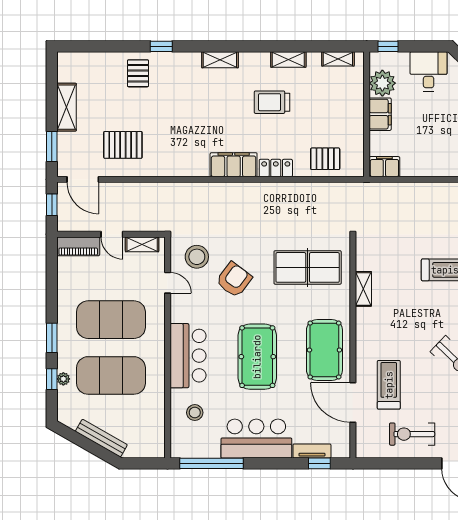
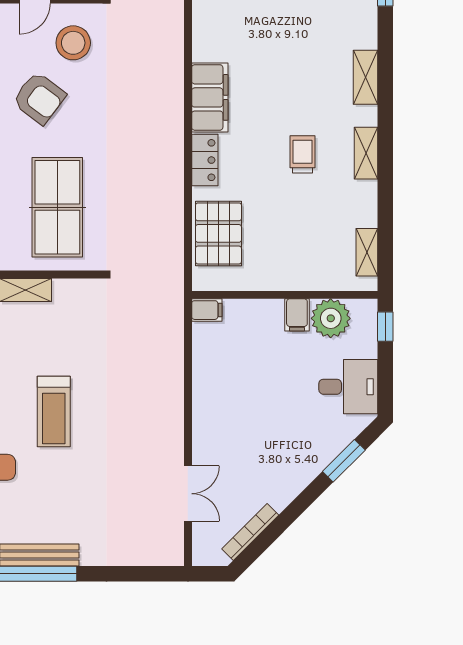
shelving: (288, 59) -> (366, 153), moved
trolley: (272, 102) -> (303, 154), width x0.73, depth x0.72
filing cabinet: (380, 114) -> (297, 315), width x0.50
pallet: (325, 159) -> (218, 233), width x1.50, depth x1.42
filing cabinet: (384, 167) -> (207, 310), width x0.50

